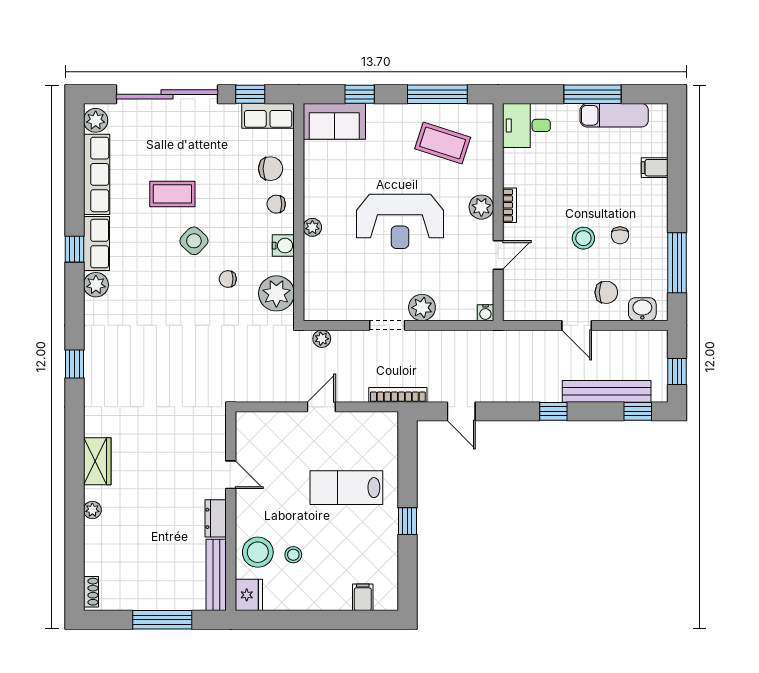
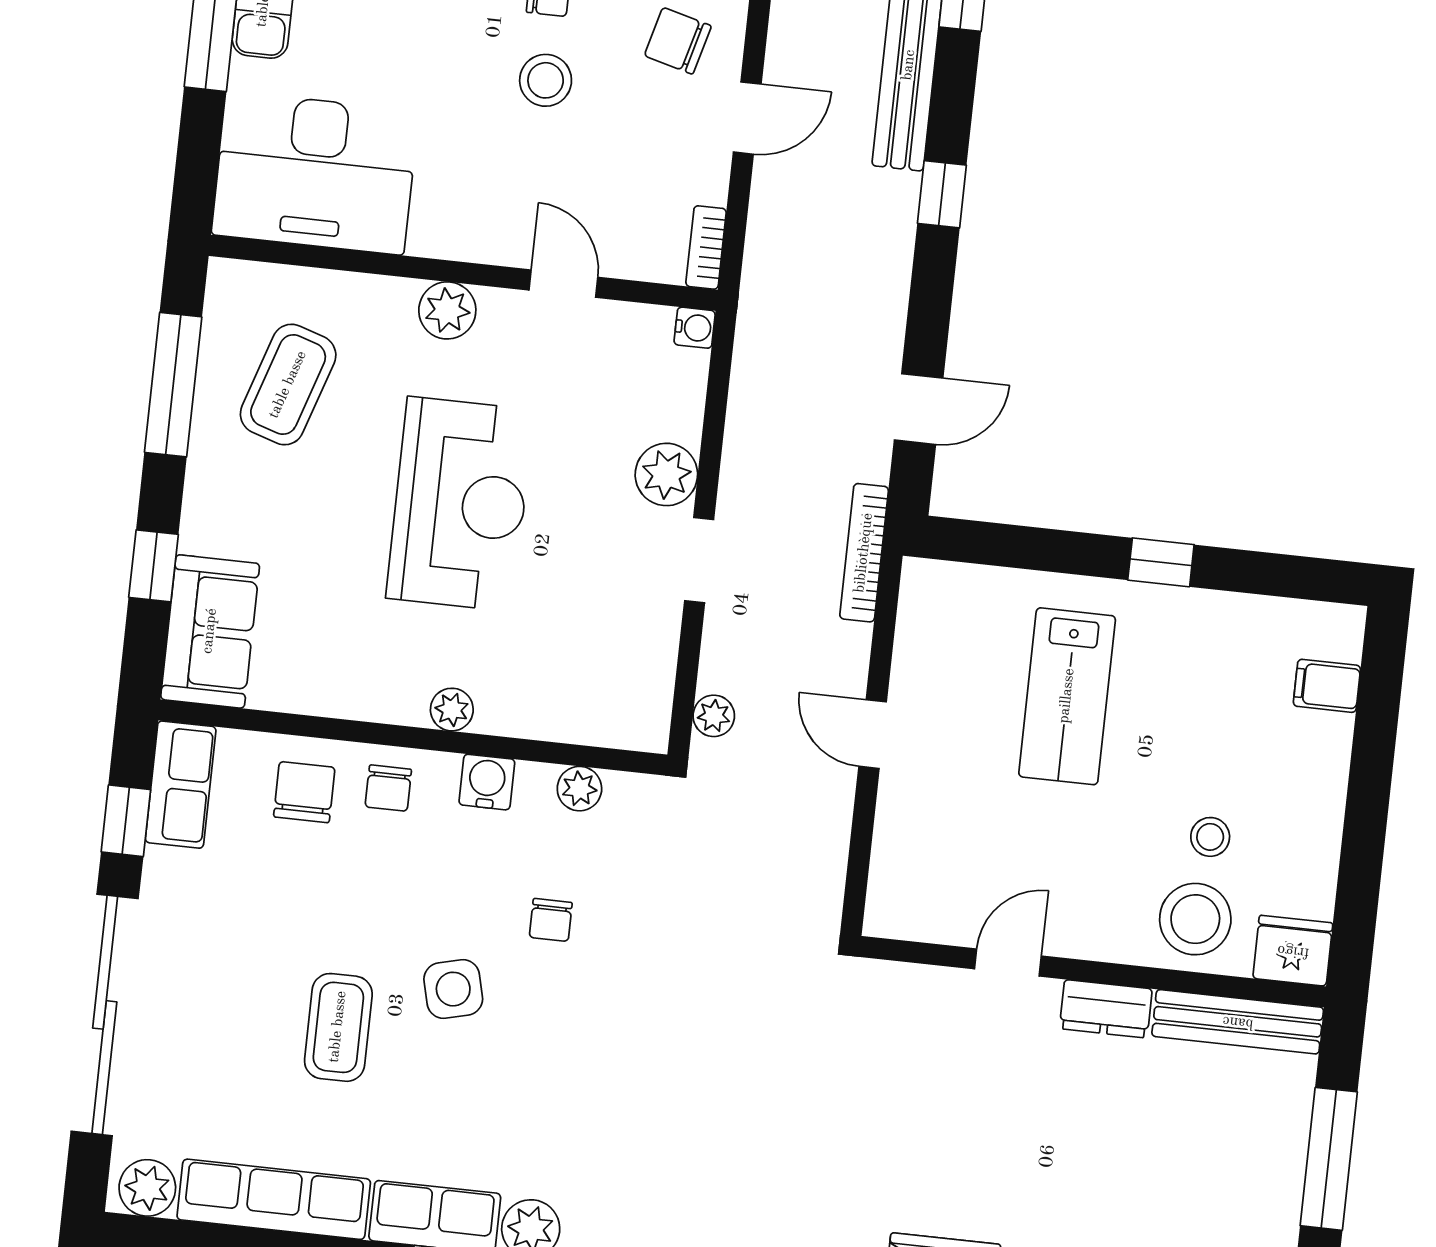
desk: (526, 125) -> (315, 173), width x1.87, depth x1.30
bookcase: (510, 205) -> (706, 248), moved, turned -90
side table: (194, 241) -> (453, 989), turned 33
chair: (606, 292) -> (678, 41), turned -75
plant: (276, 293) -> (579, 789), width x0.53, depth x0.53

